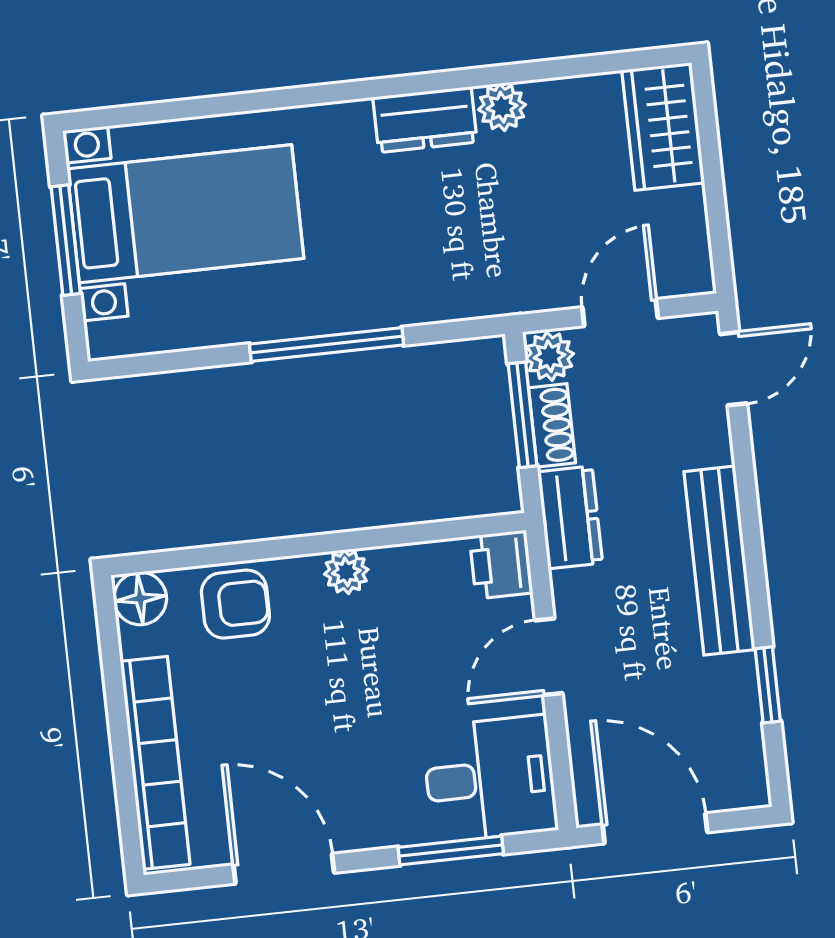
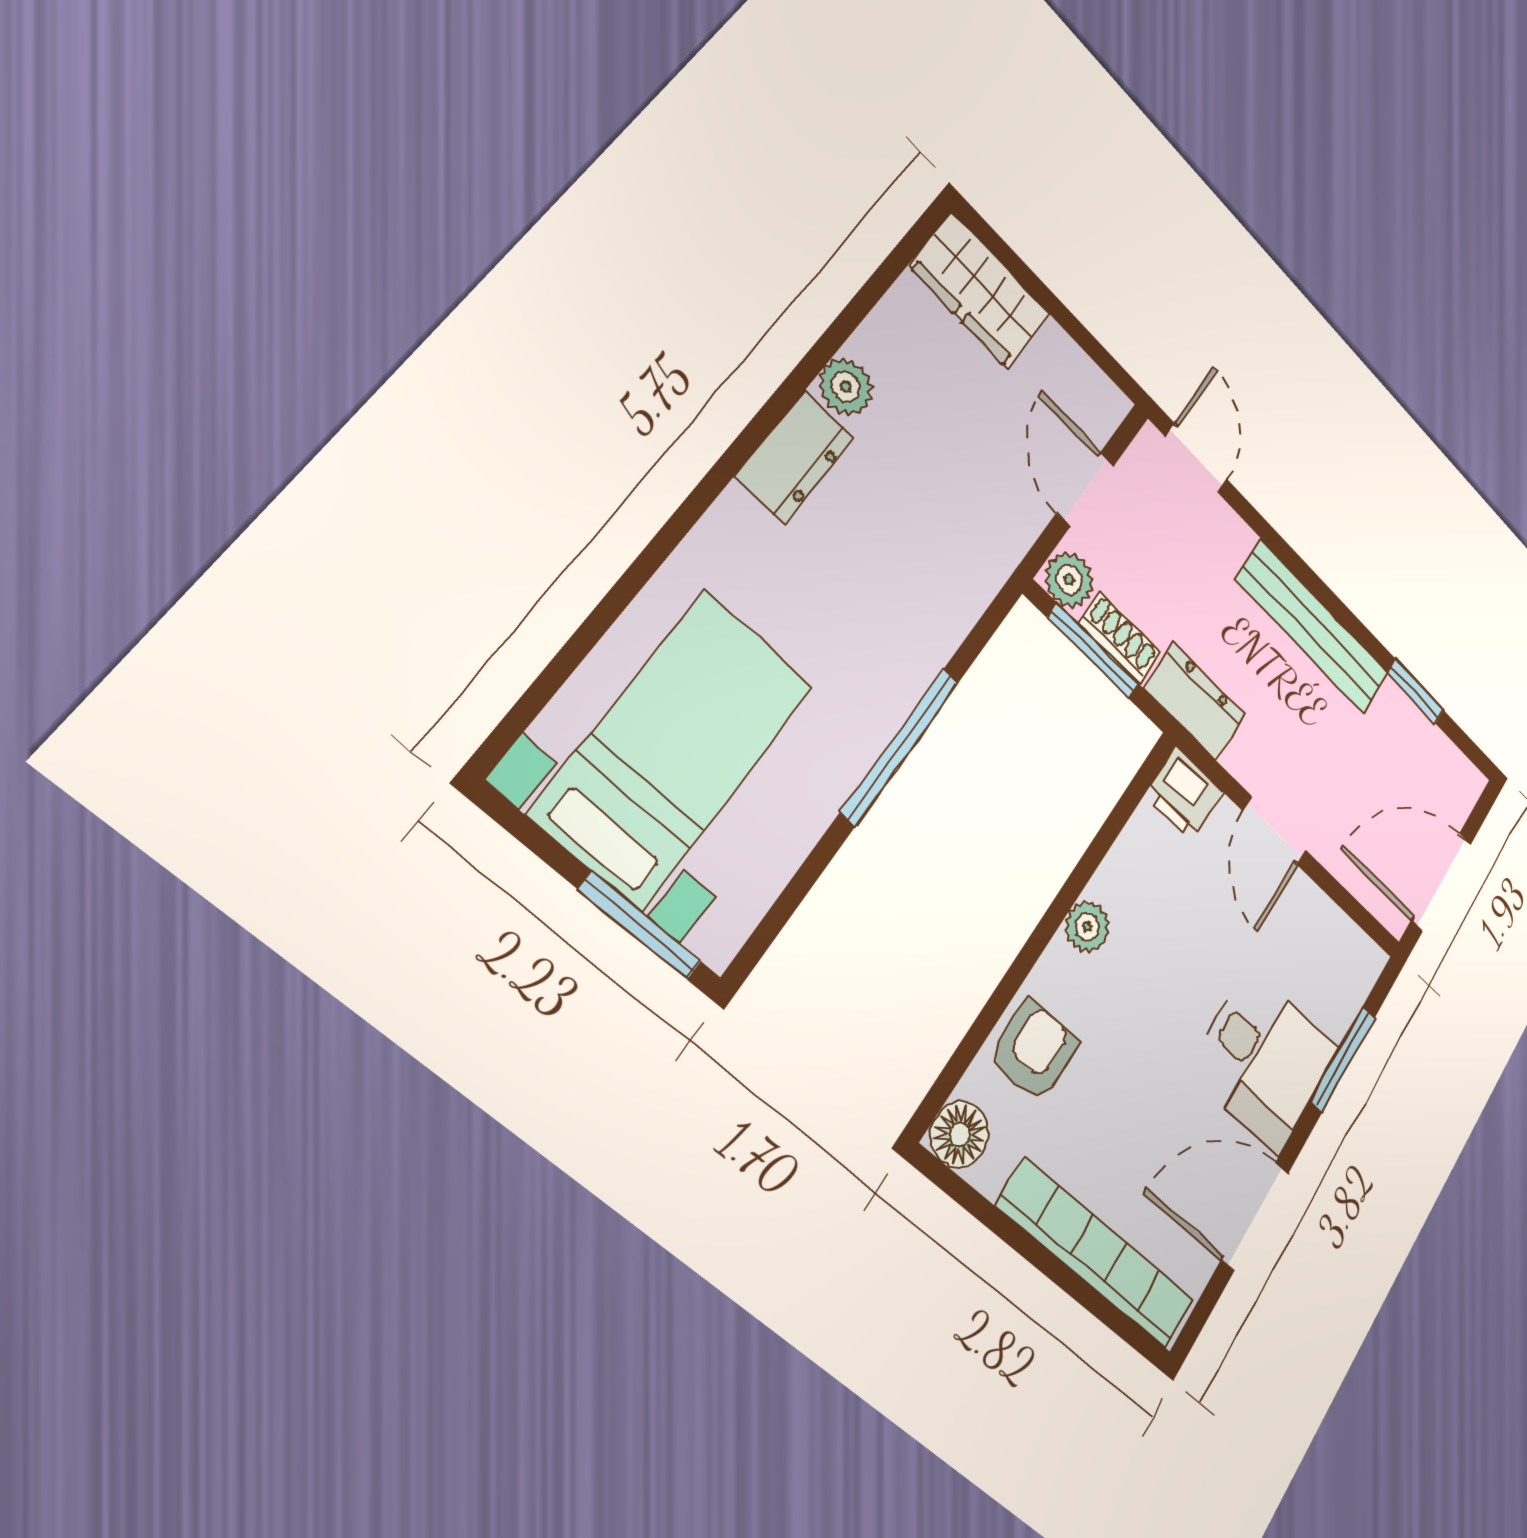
window: (66, 240) -> (640, 925), moved
desk: (490, 779) -> (1264, 1060), moved, turned 90

